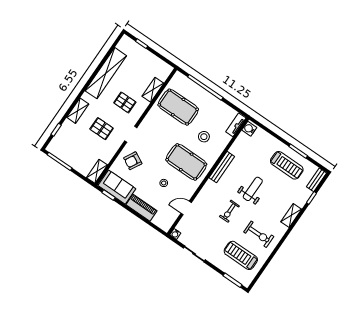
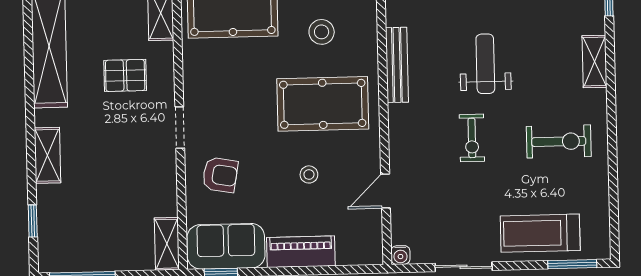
pallet: (102, 129) -> (117, 157), removed
armchair: (133, 161) -> (220, 175), turned -108
treadmill: (241, 255) -> (540, 233), moved

